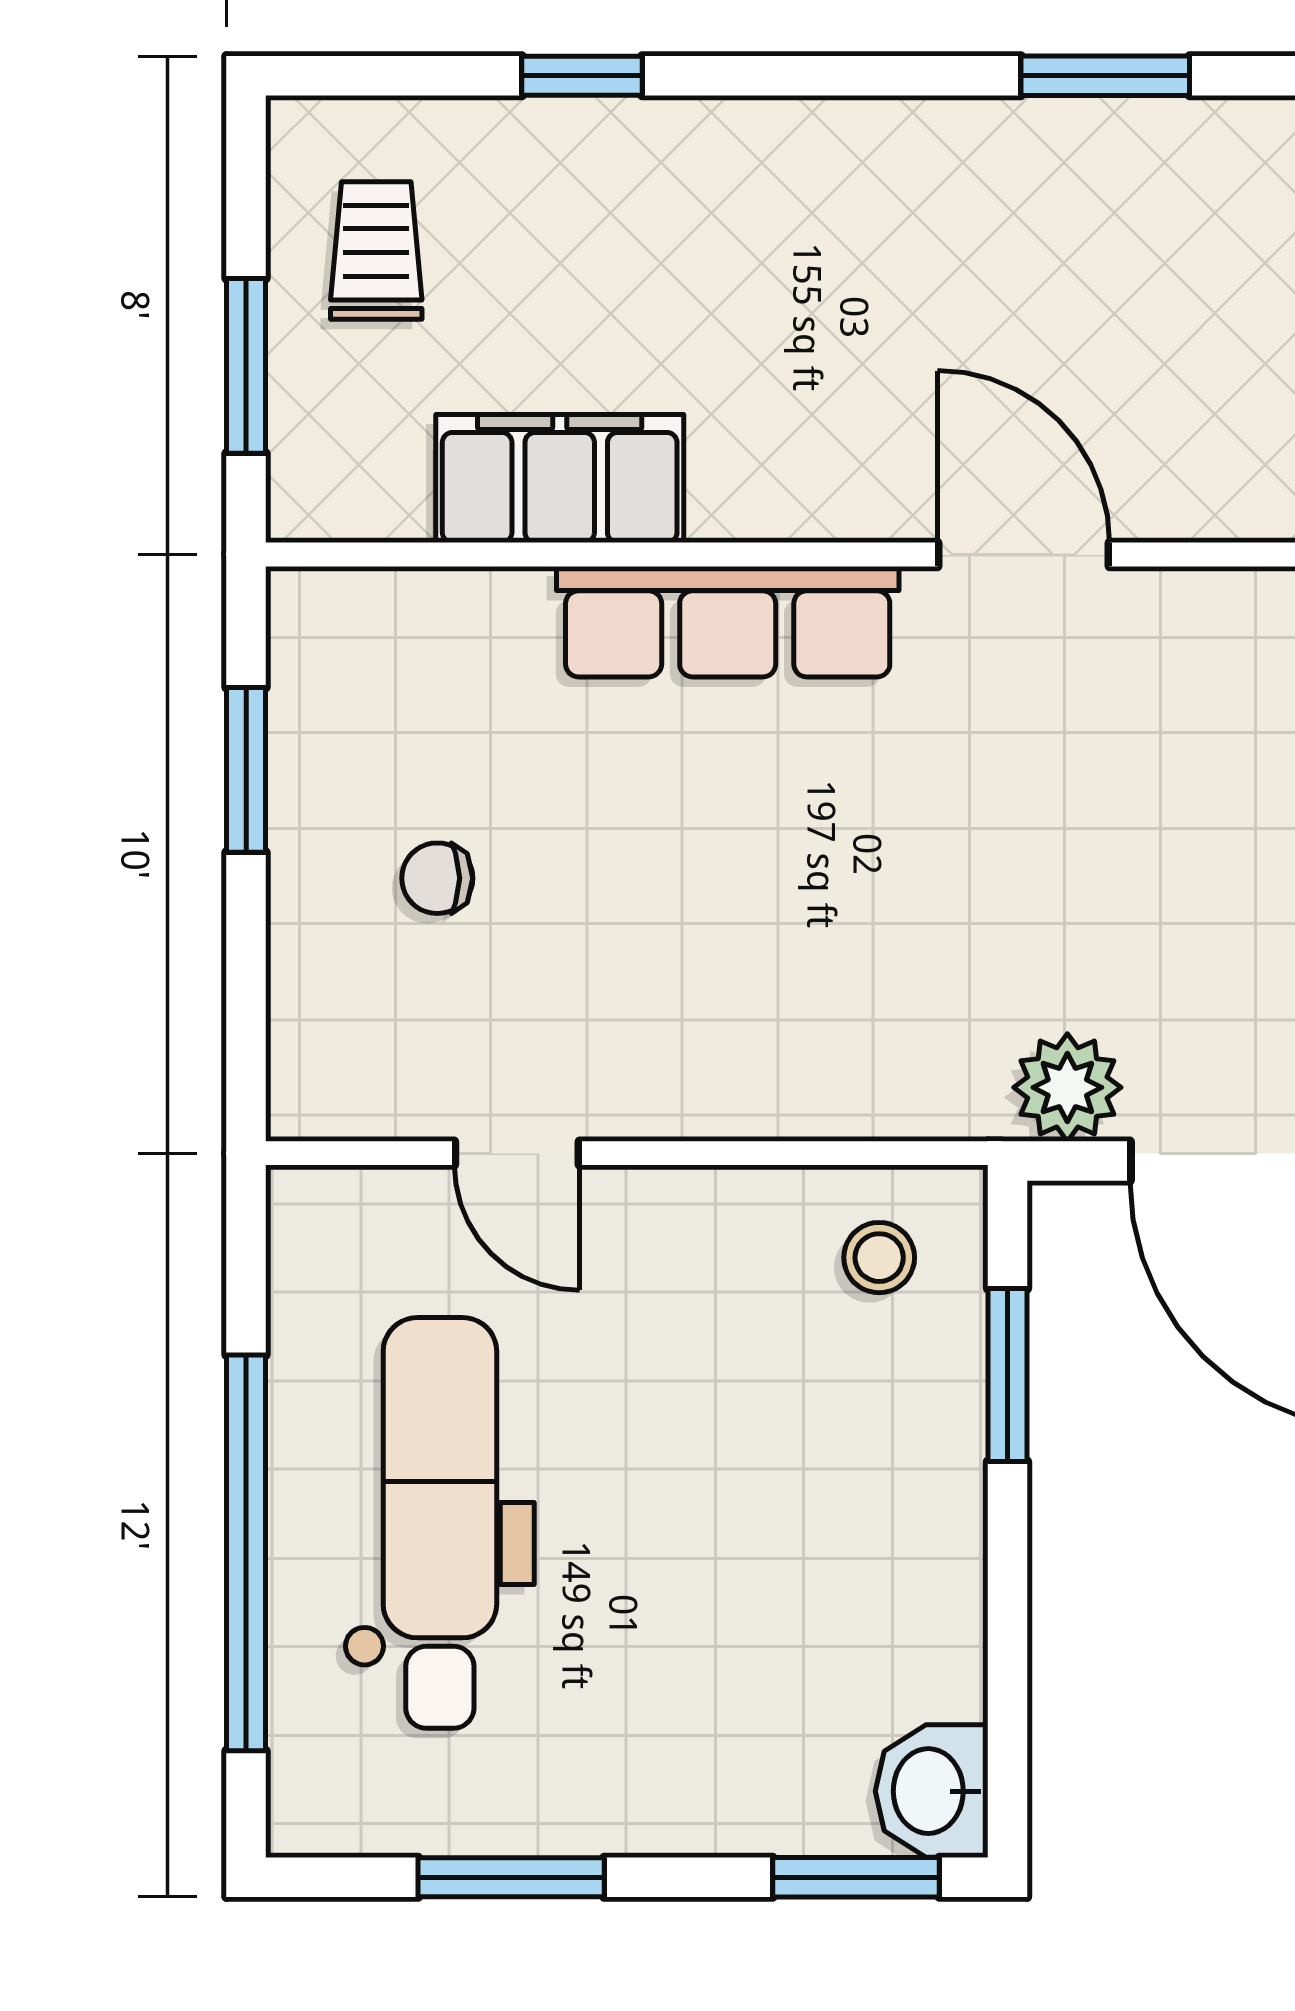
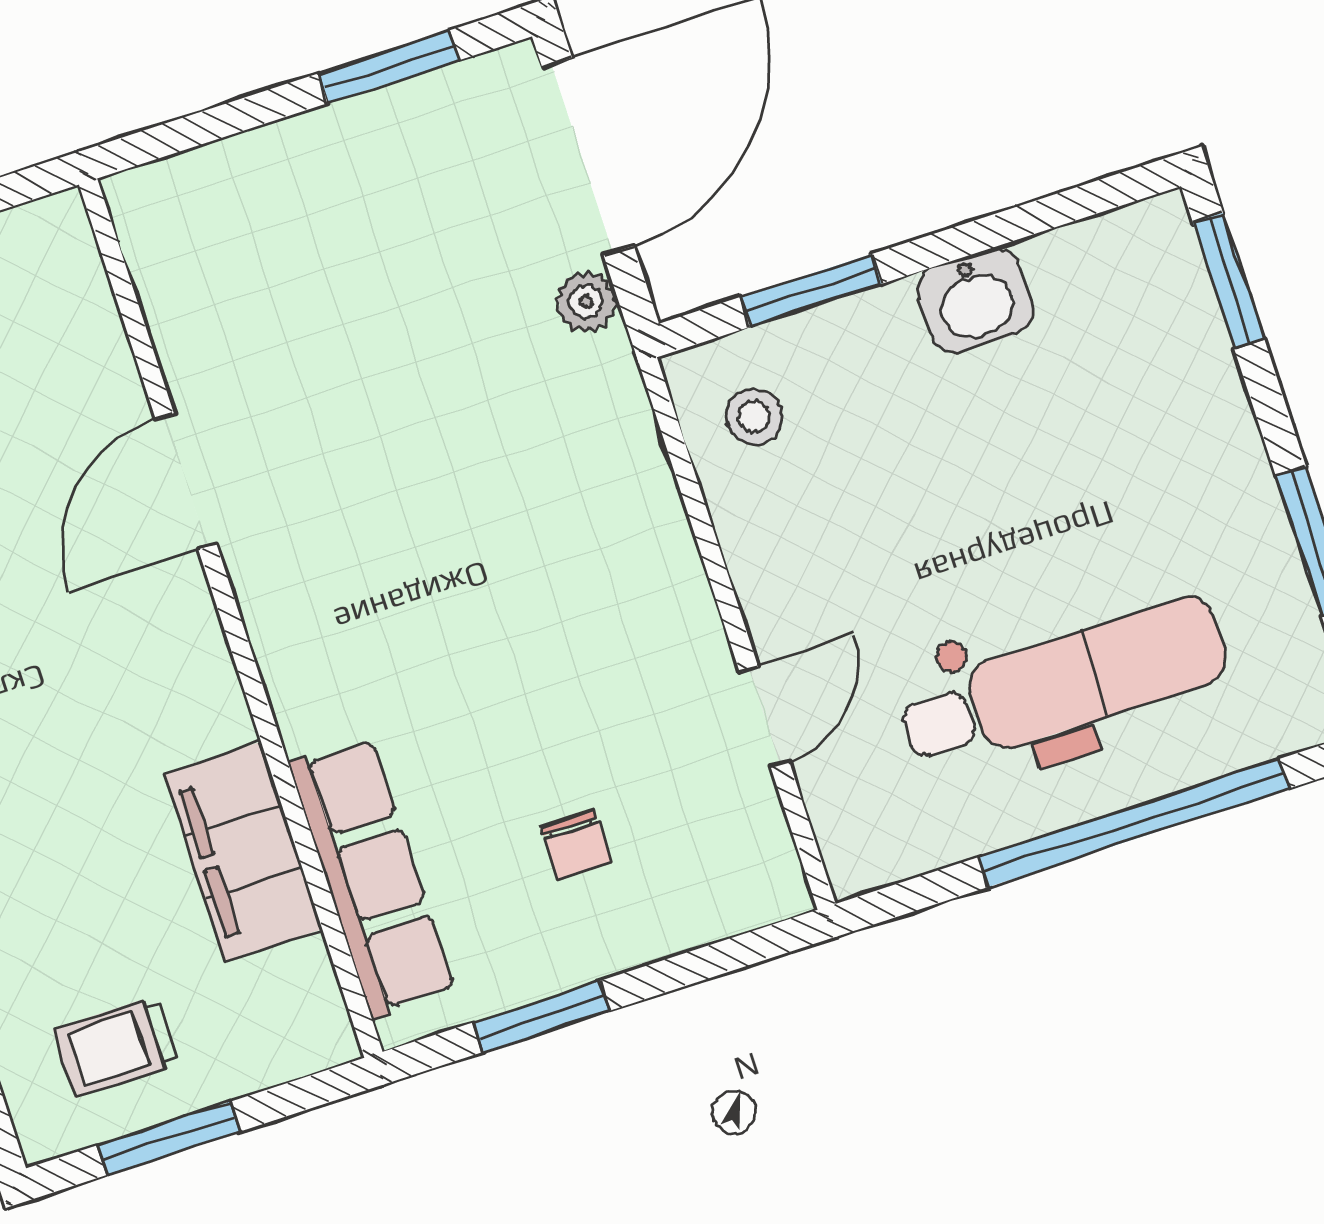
window: (246, 366) -> (168, 1139), moved
row of seats: (728, 622) -> (372, 877), moved
plant: (1067, 1087) -> (586, 302), width x0.73, depth x0.73
dental chair: (440, 1523) -> (1063, 683), turned 180
washbasin: (932, 1791) -> (975, 300), moved

